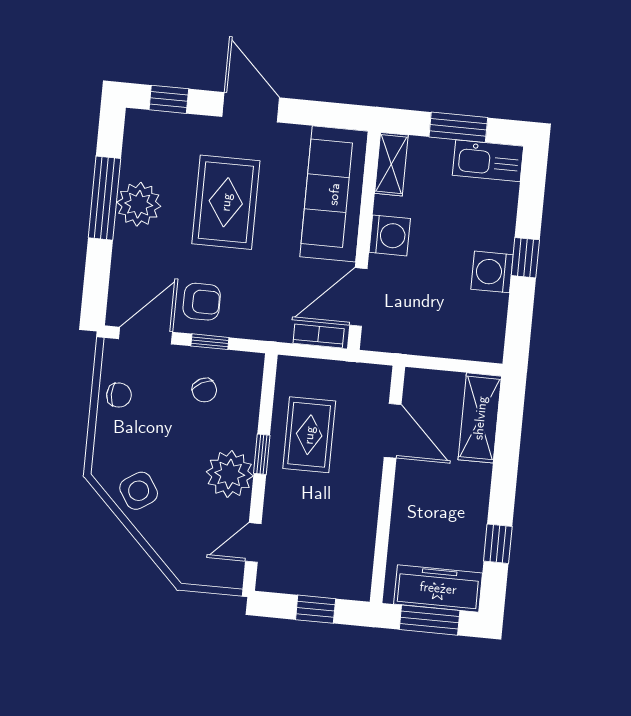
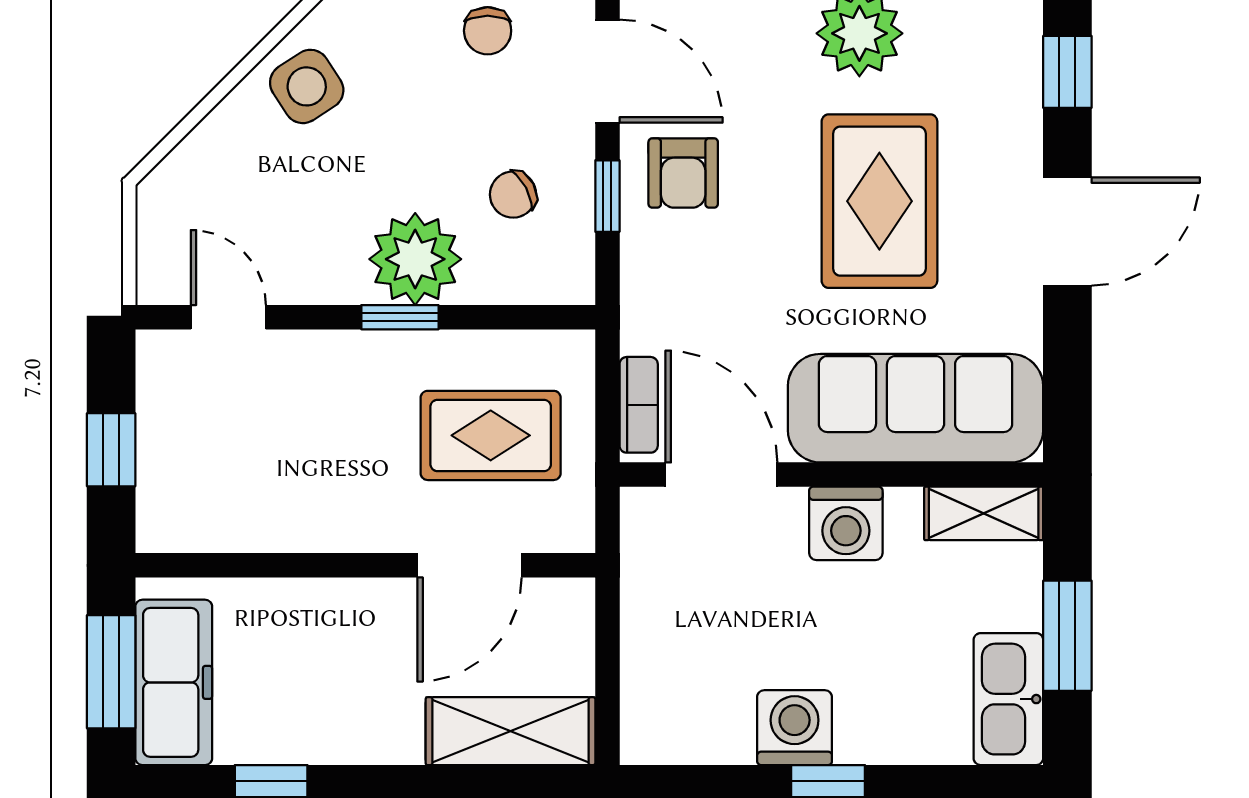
rug: (226, 202) -> (879, 201), turned 90
rug: (309, 435) -> (491, 435), moved
plant: (230, 474) -> (415, 259), moved

